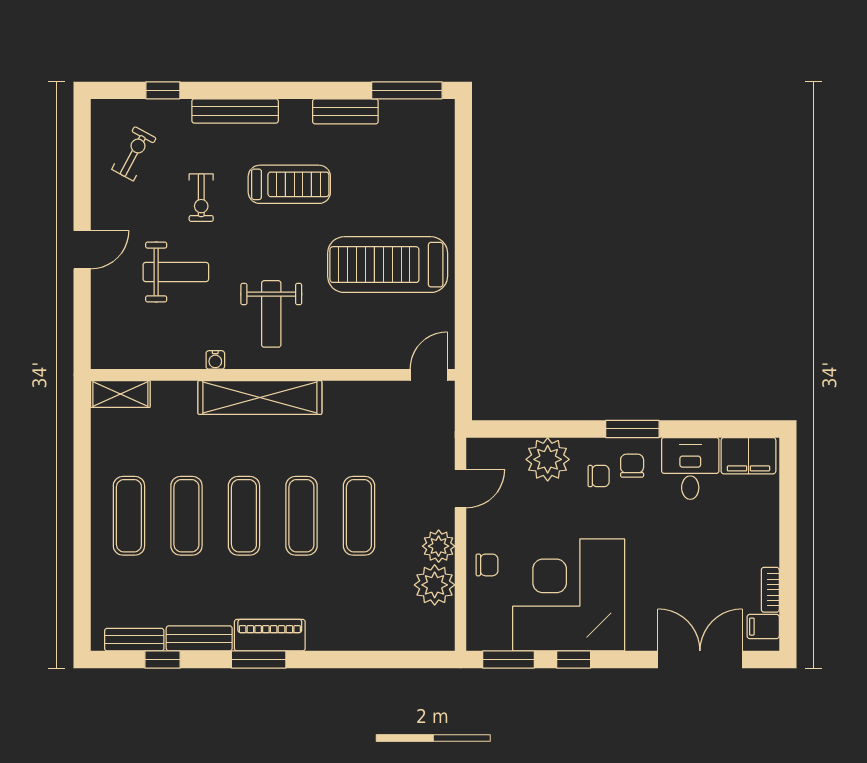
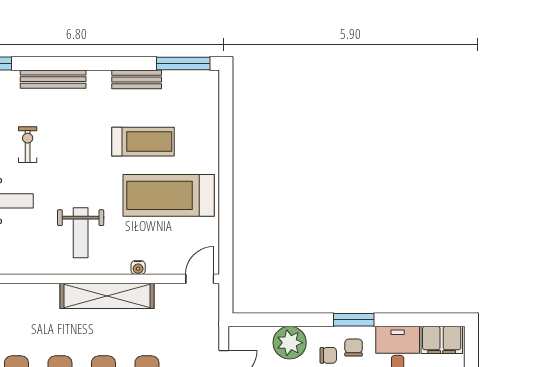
treadmill: (289, 184) -> (143, 142), moved
exercise bike: (201, 198) -> (28, 145), turned 180
water cooler: (215, 360) -> (138, 268), moved
shelving: (260, 397) -> (107, 296), moved

